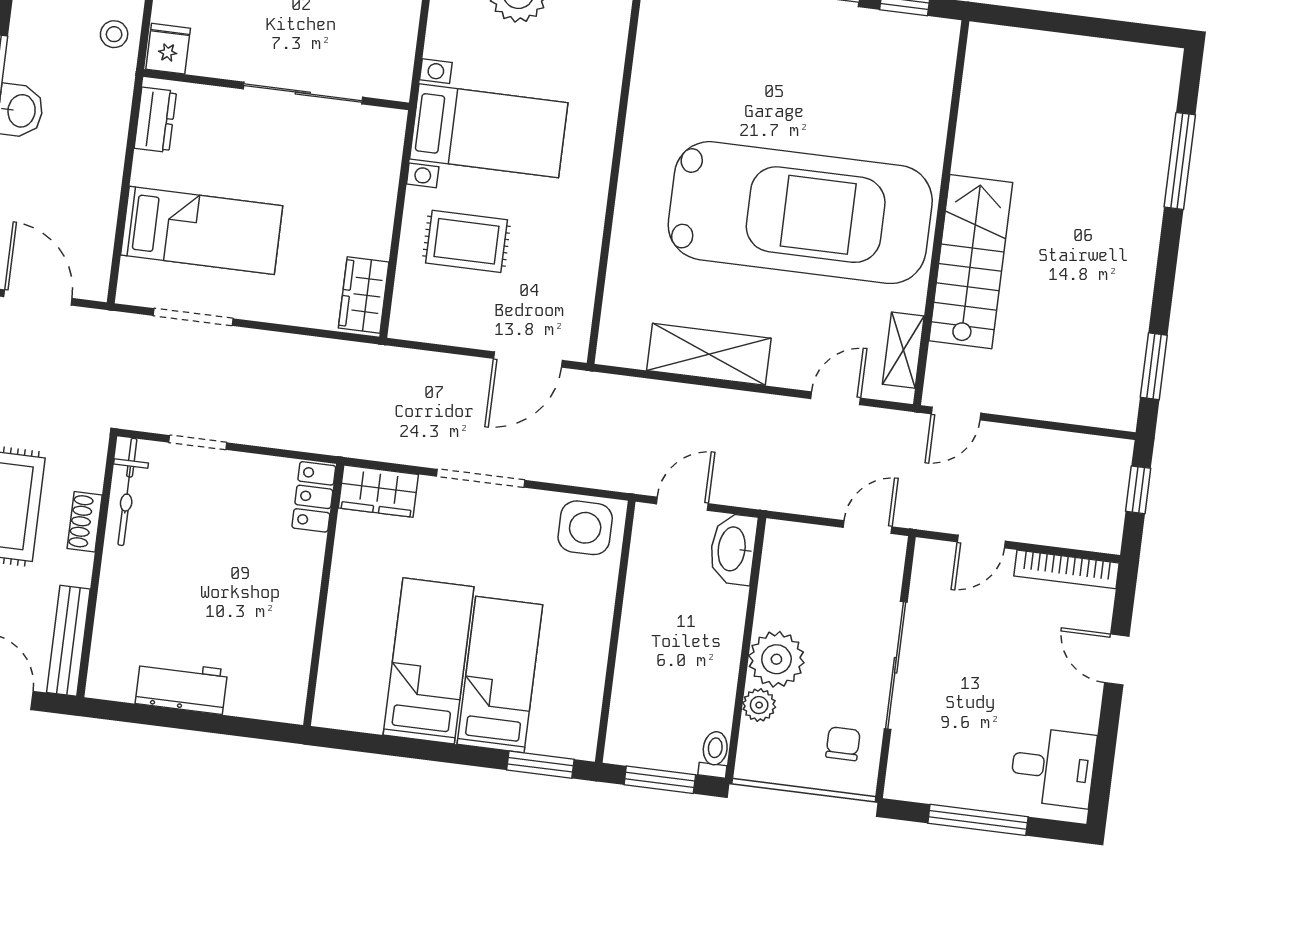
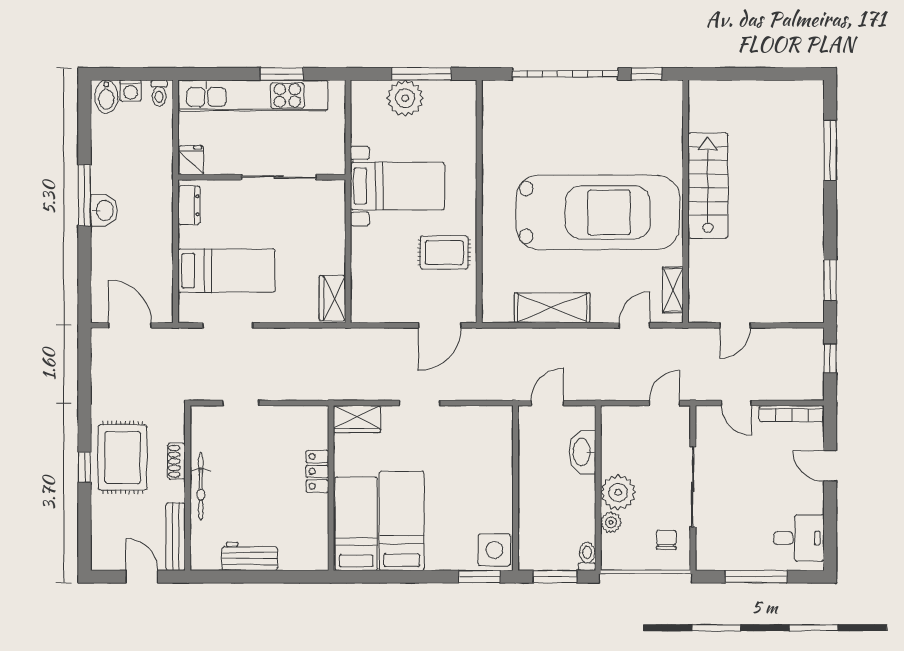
stool: (114, 34) -> (156, 155), removed
rug: (466, 241) -> (444, 252), moved
stairs: (971, 262) -> (708, 186), moved
door: (956, 413) -> (735, 325), moved
doorway: (480, 478) -> (420, 403), width x0.73
bicycle: (127, 492) -> (201, 486), moved
locker: (314, 497) -> (317, 471), moved
side table: (585, 528) -> (494, 550), moved
door: (981, 541) -> (736, 403), hinge flipped
washbasin: (733, 549) -> (582, 452), moved
bed: (500, 674) -> (356, 524), moved

